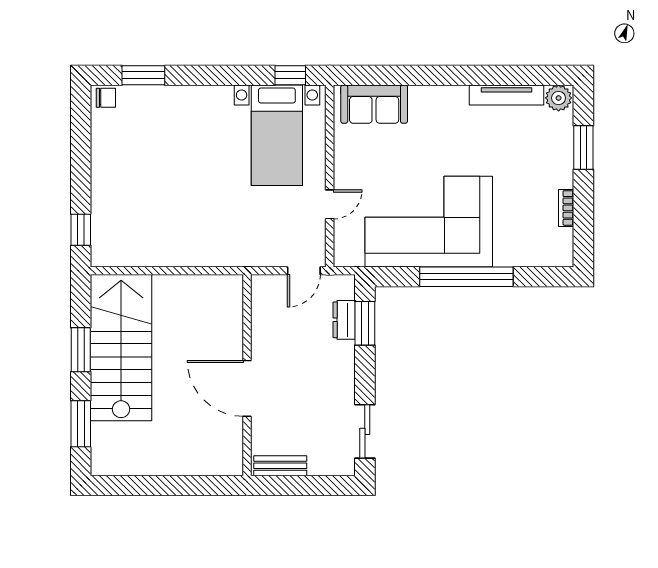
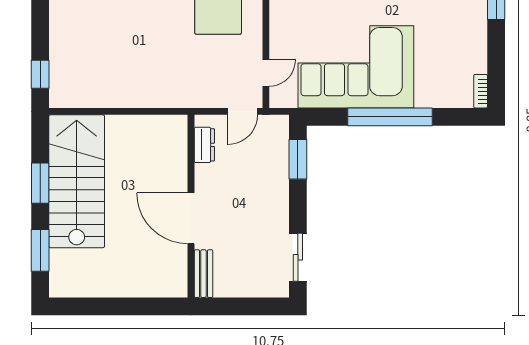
door: (330, 204) -> (266, 73), moved
bookcase: (566, 208) -> (481, 91), moved
dresser: (344, 320) -> (204, 145), moved, turned 180
bench: (280, 466) -> (203, 274), moved, turned 90

